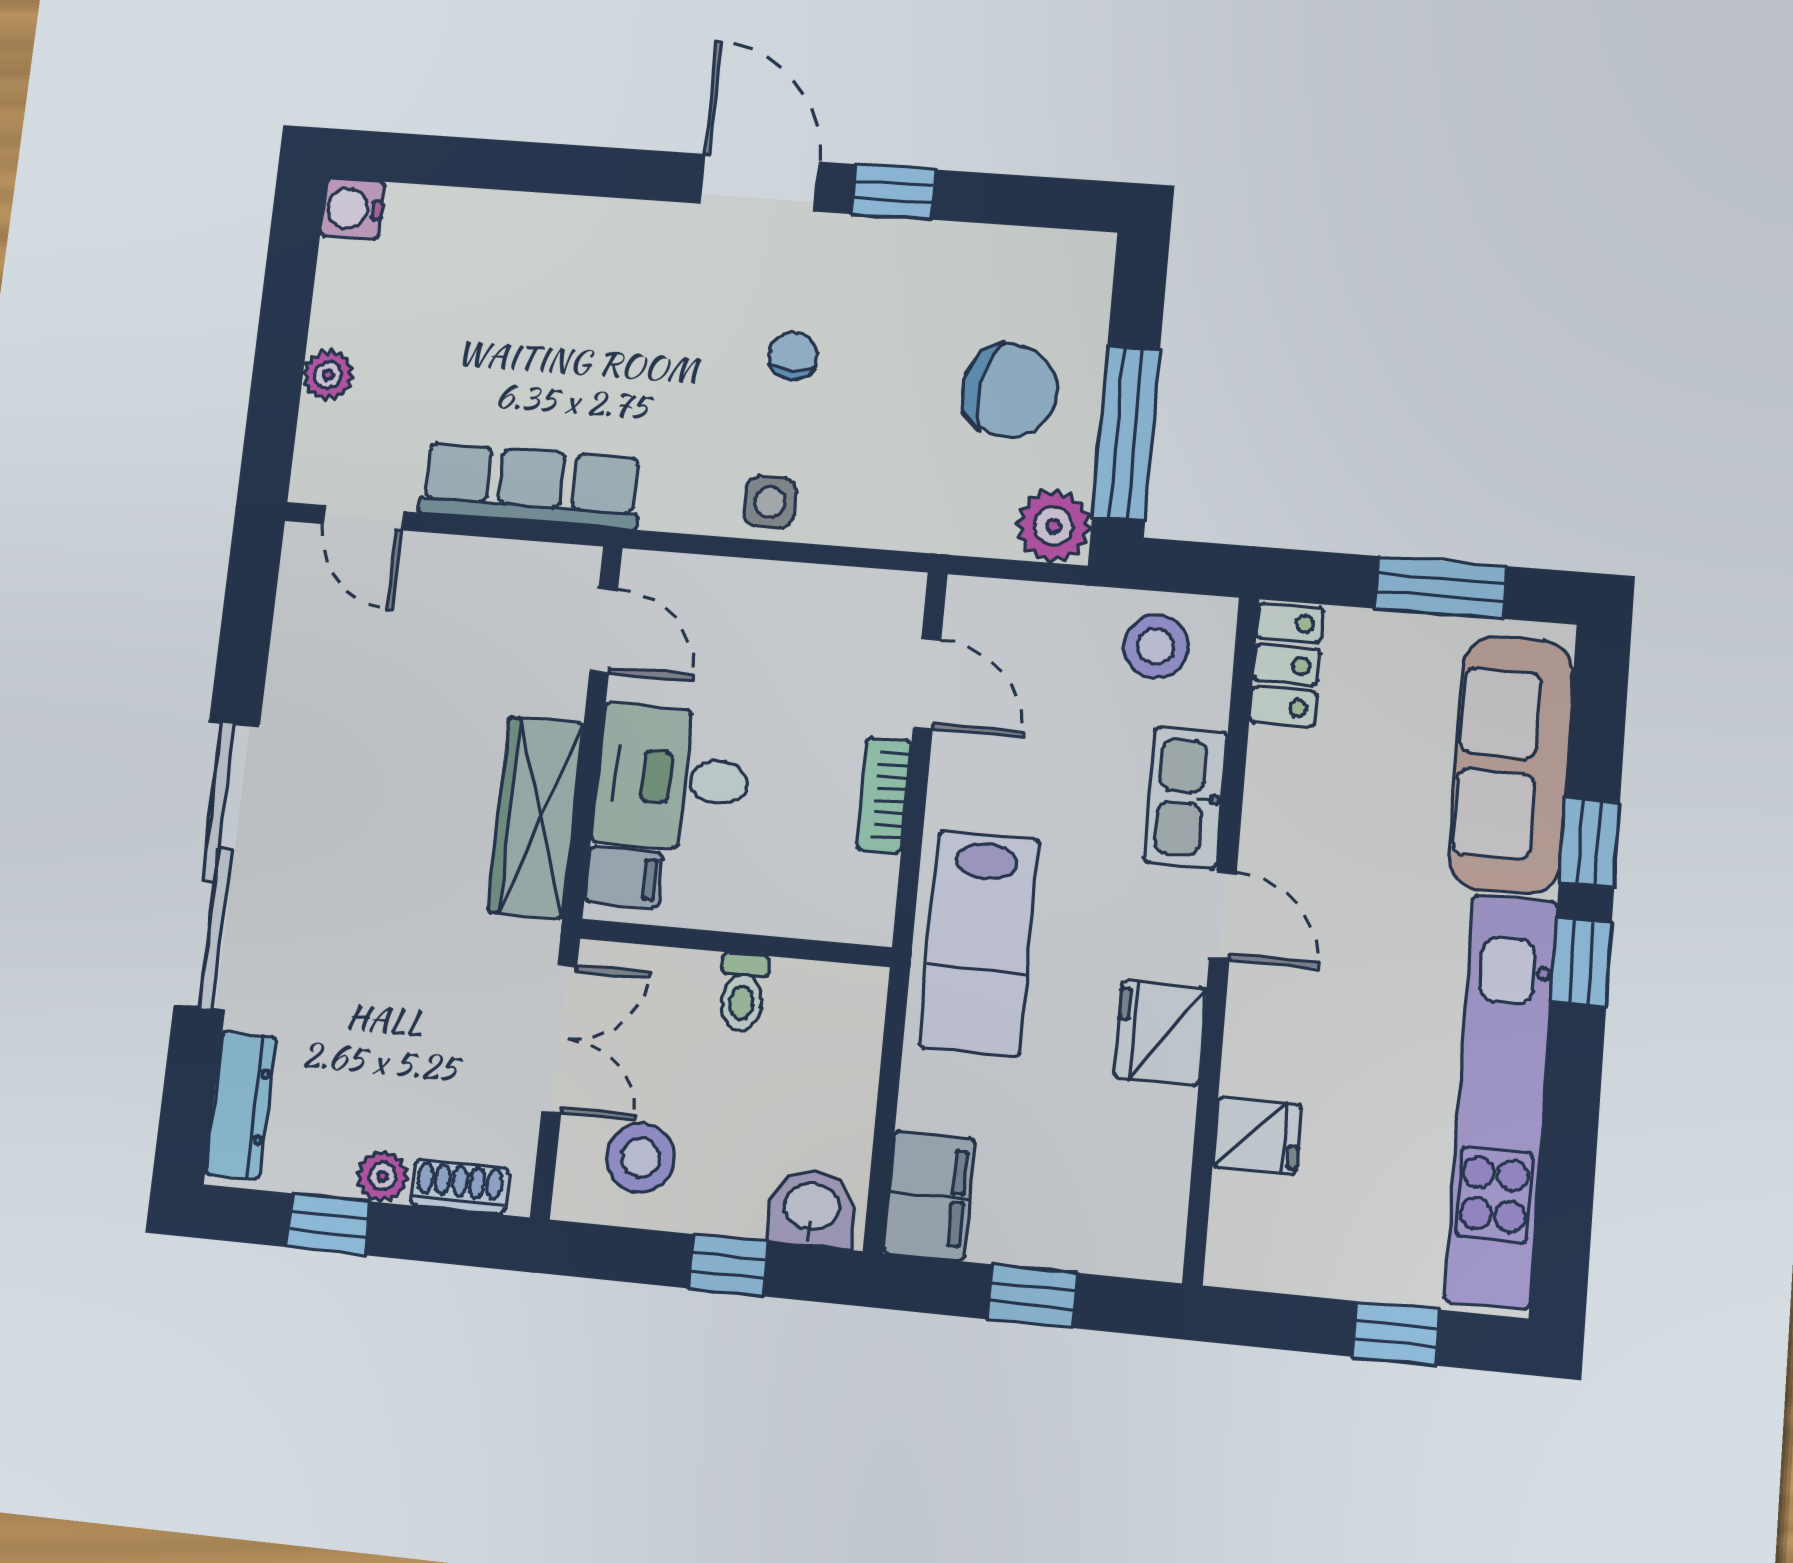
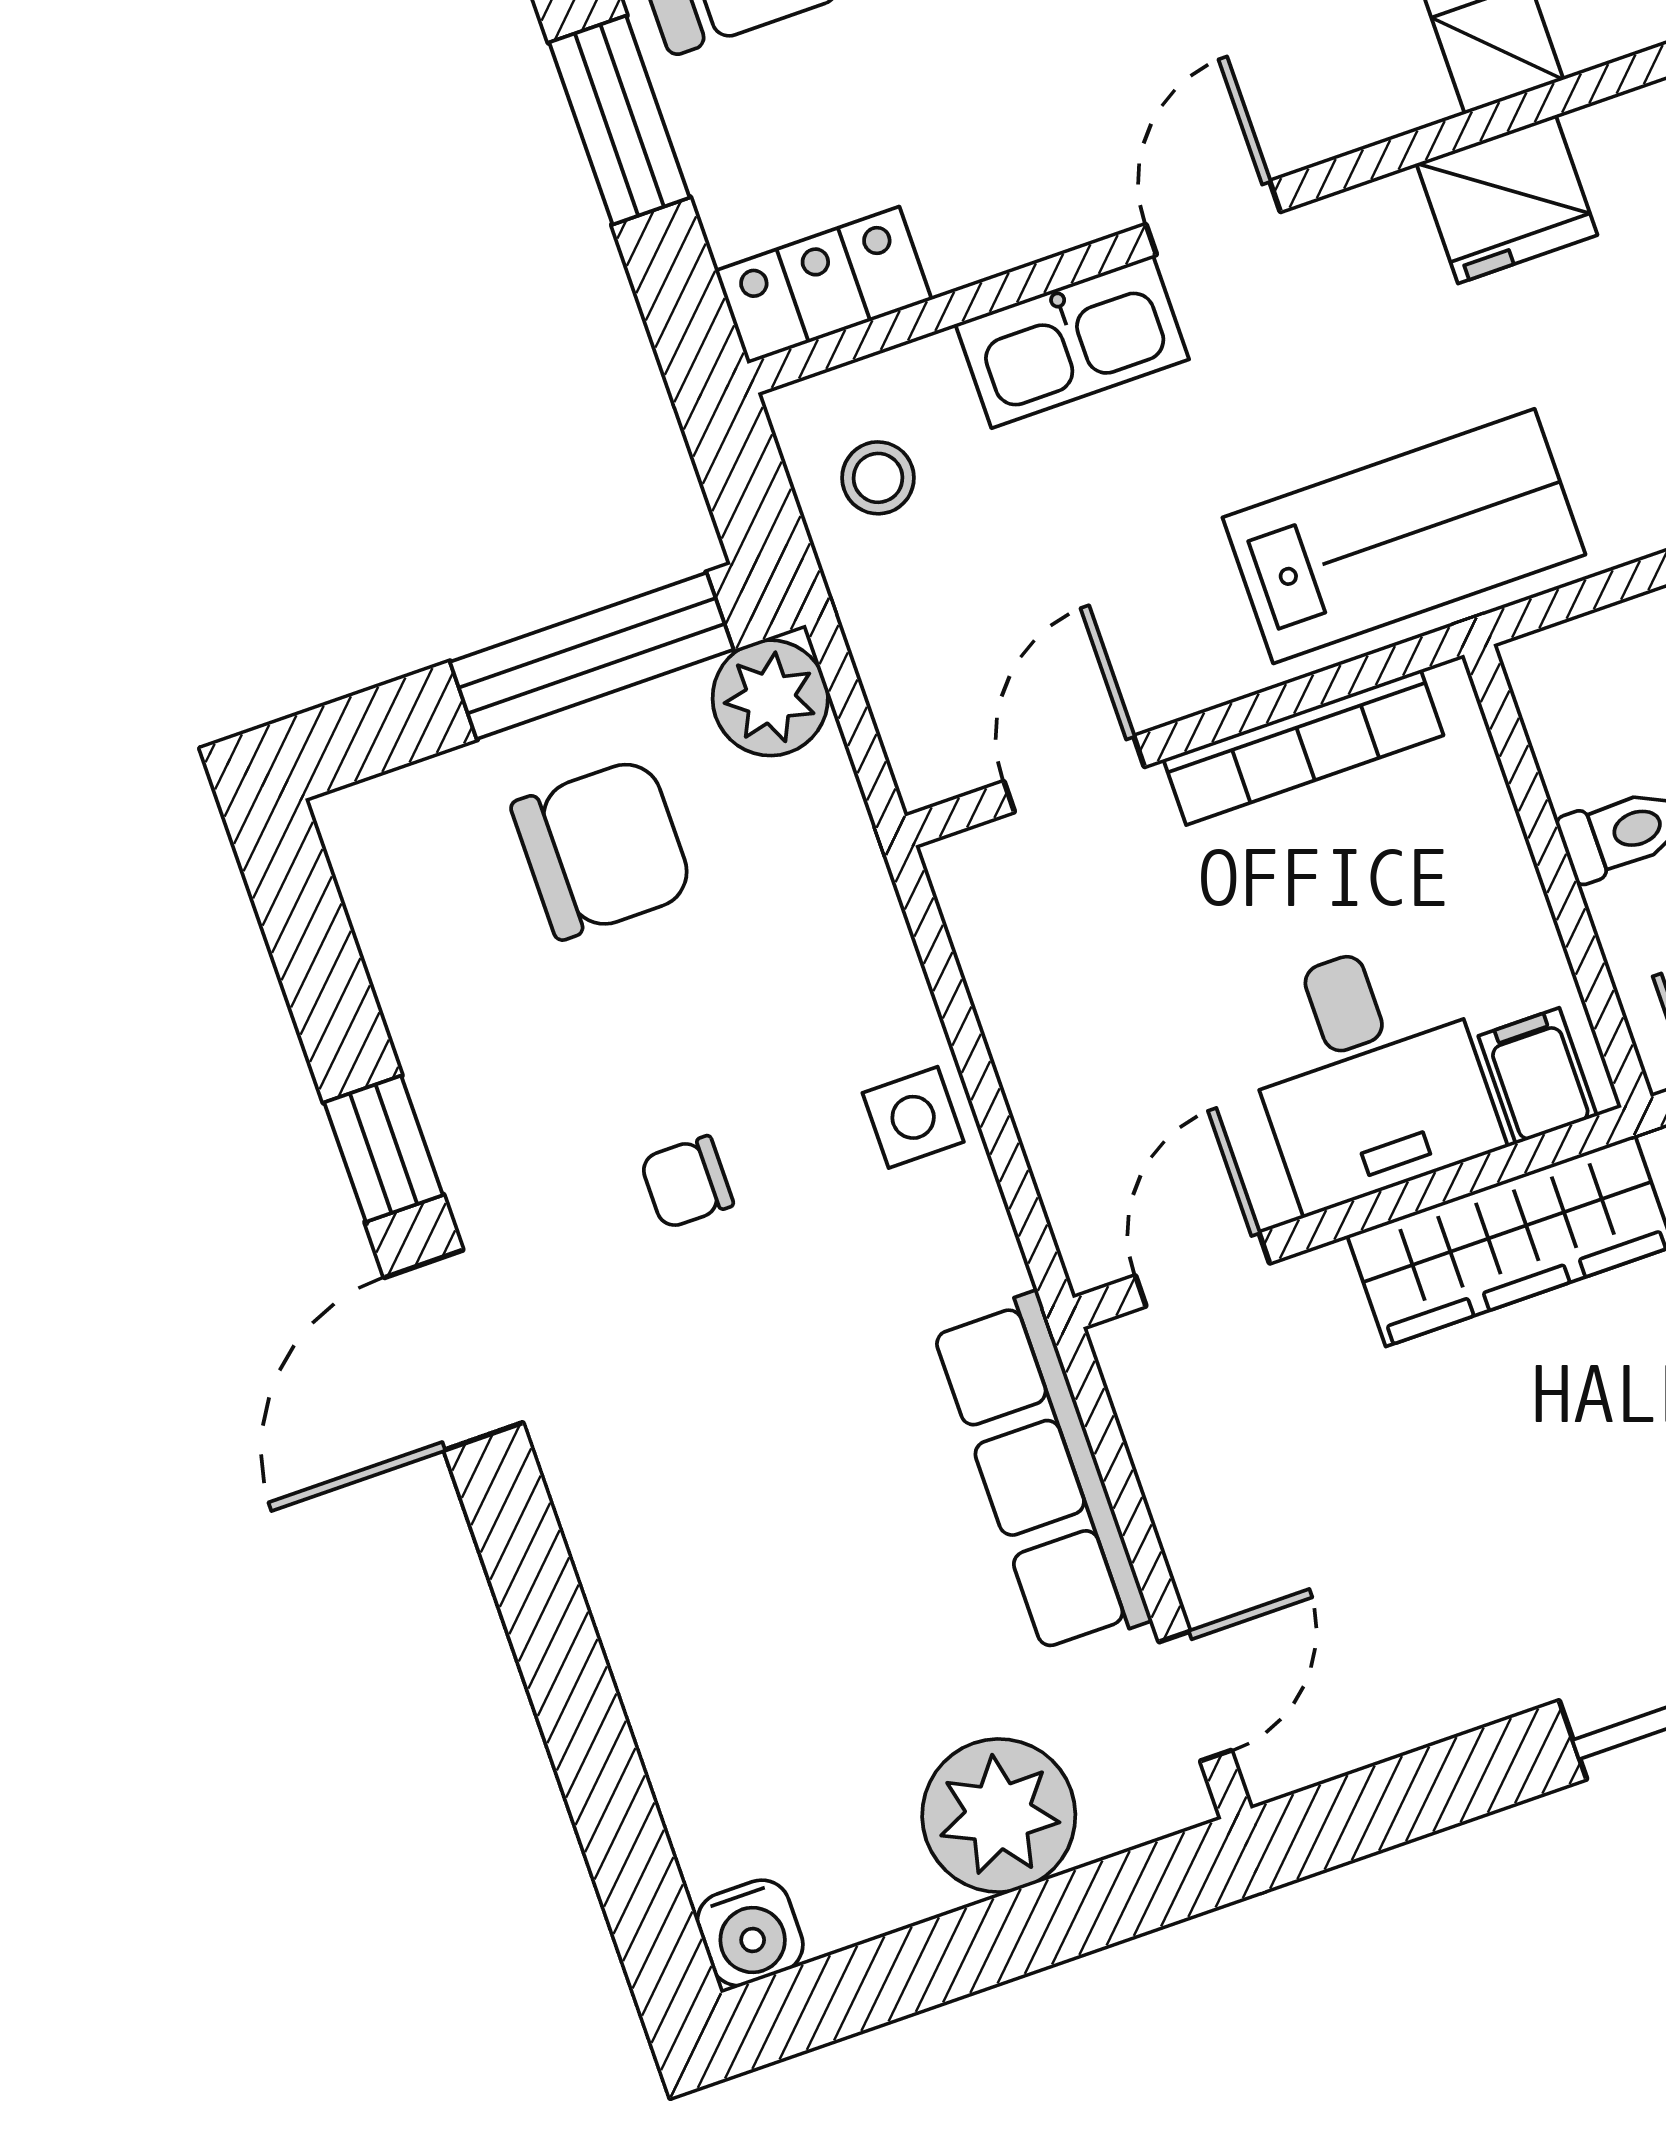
plant: (328, 375) -> (999, 1815), width x1.87, depth x1.87
chair: (1010, 391) -> (603, 849), turned 80
stool: (1156, 646) -> (878, 478), width x0.73, depth x0.73
bookcase: (884, 795) -> (1303, 747), width x1.56
fridge: (1160, 1033) -> (1507, 199), moved

